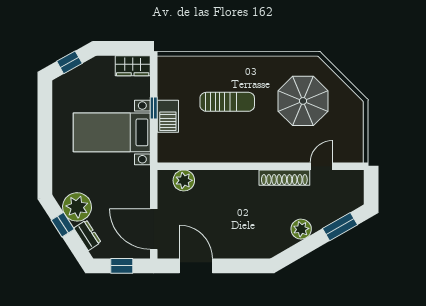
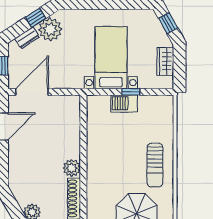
wardrobe: (133, 66) -> (165, 61), moved
sun lounger: (227, 102) -> (155, 165), moved
plant: (184, 180) -> (72, 168), moved

